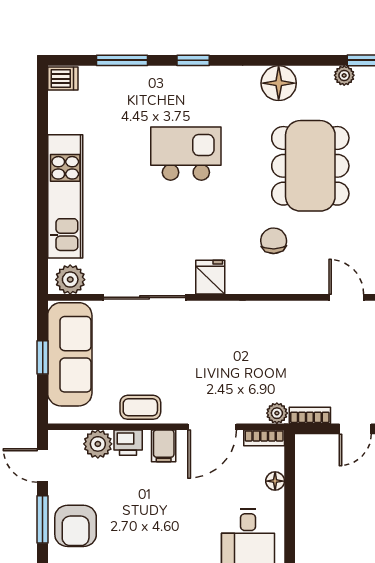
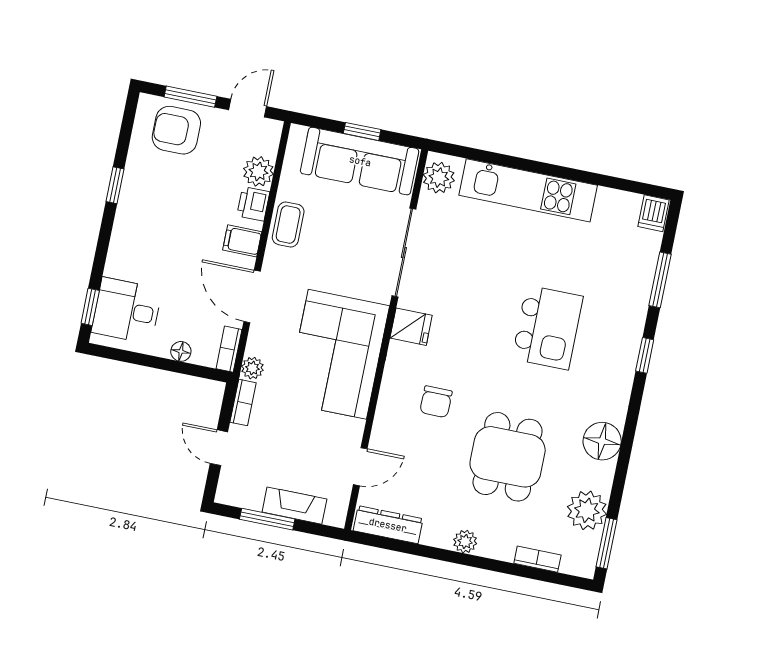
plant: (344, 75) -> (587, 510), width x1.88, depth x1.88
dining table: (310, 166) -> (508, 457), width x0.73
chair: (274, 241) -> (436, 402), turned 92
corner sofa: (249, 339) -> (337, 354), added

